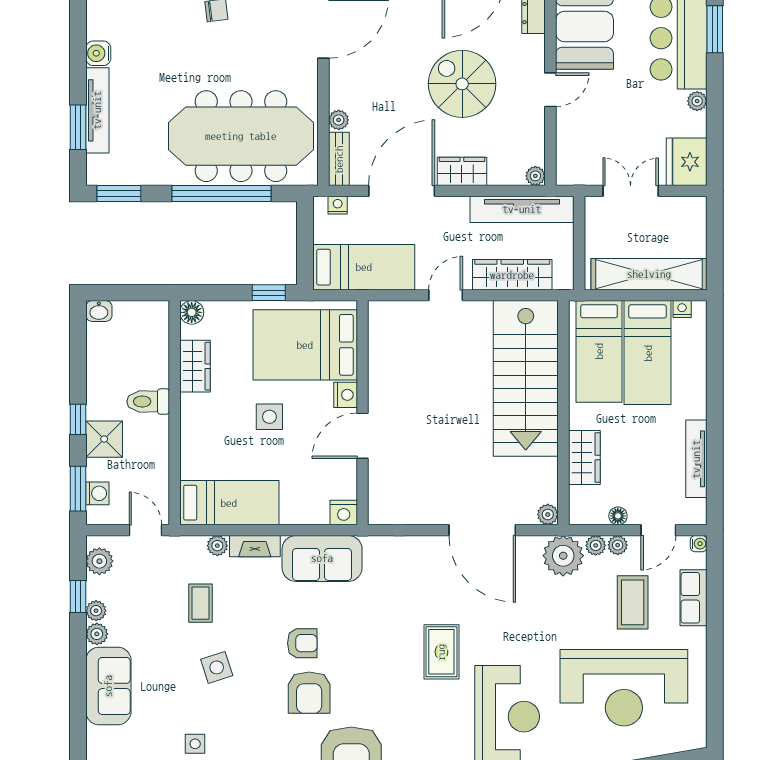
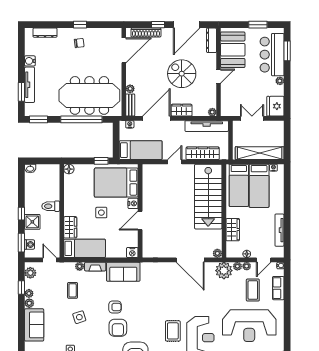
wardrobe: (195, 366) -> (70, 227), moved
rug: (441, 652) -> (173, 331), moved

